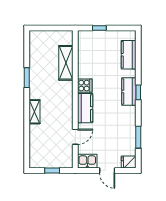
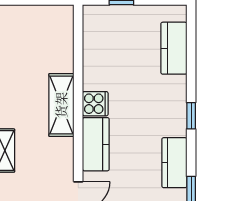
shelving: (66, 63) -> (61, 105), moved
kitchen counter: (129, 91) -> (174, 163), moved

